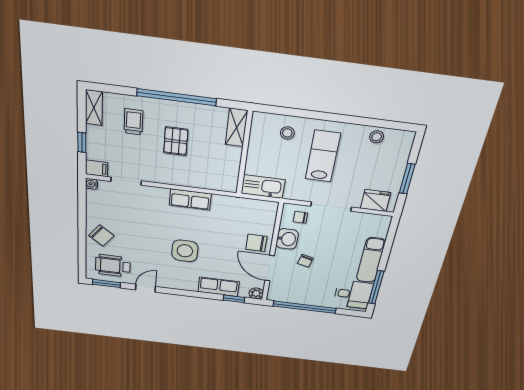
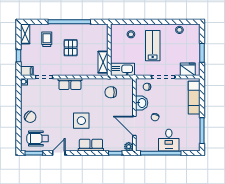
shelving: (236, 128) -> (103, 62), moved
row of seats: (190, 199) -> (70, 84), moved
chair: (256, 243) -> (111, 92), moved
exam couch: (371, 260) -> (194, 98), moved
row of seats: (219, 287) -> (91, 145), moved
desk: (353, 294) -> (169, 140), moved, turned 90

